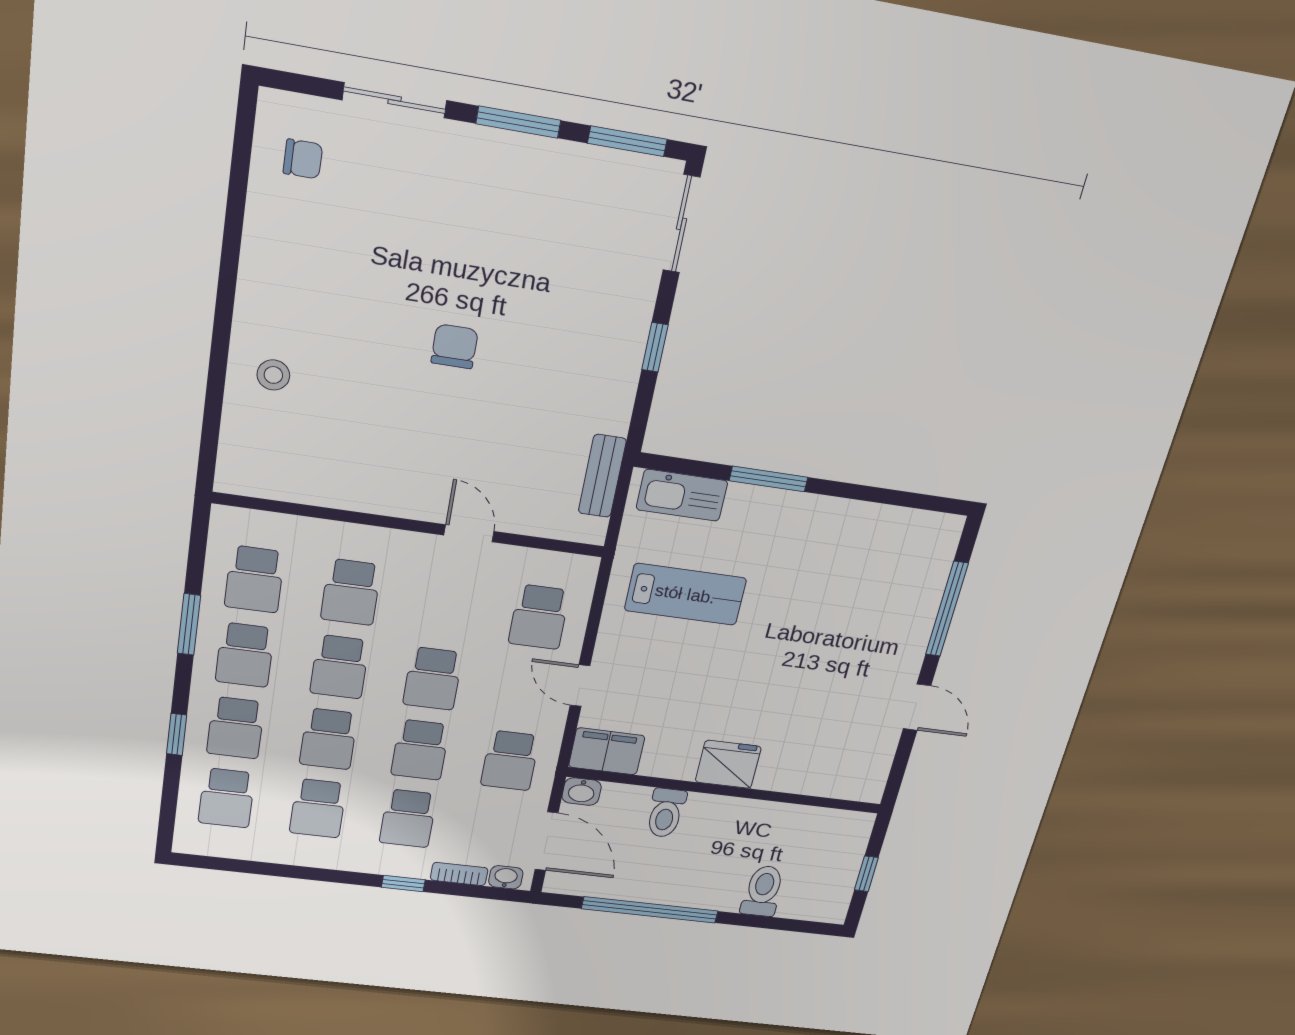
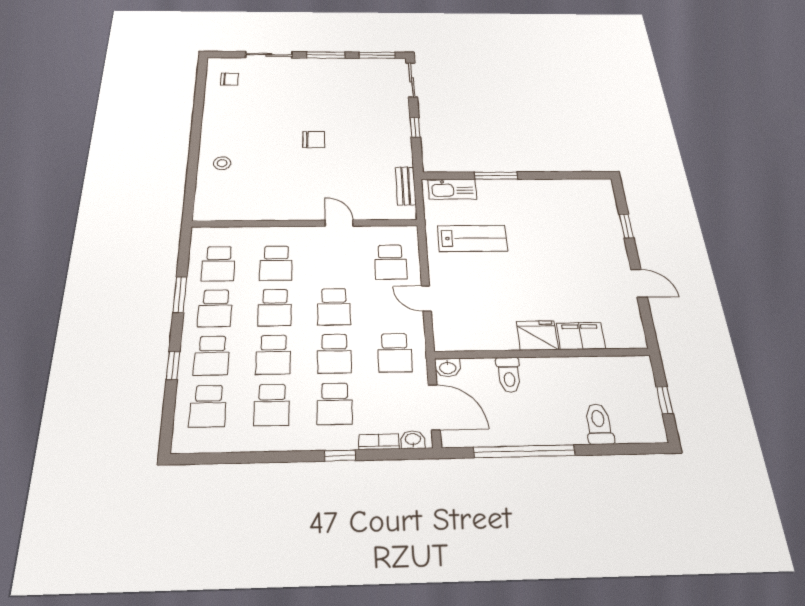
chair: (455, 346) -> (314, 140), turned 90
window: (947, 609) -> (626, 226), width x0.46
filing cabinet: (607, 751) -> (581, 336), moved

